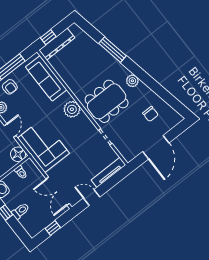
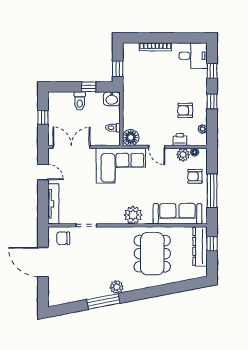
window: (112, 50) -> (103, 301), moved
dining table: (107, 101) -> (152, 254), moved
chair: (150, 114) -> (63, 238), moved
door: (92, 198) -> (43, 172), hinge flipped

